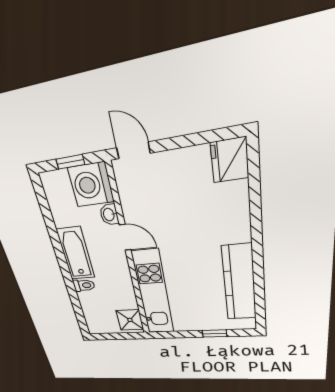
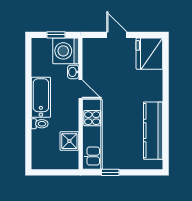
door: (133, 150) -> (117, 35), moved
fridge: (230, 160) -> (149, 54), width x1.36, depth x1.34
shower: (130, 320) -> (69, 141), moved
window: (214, 333) -> (110, 172), moved

